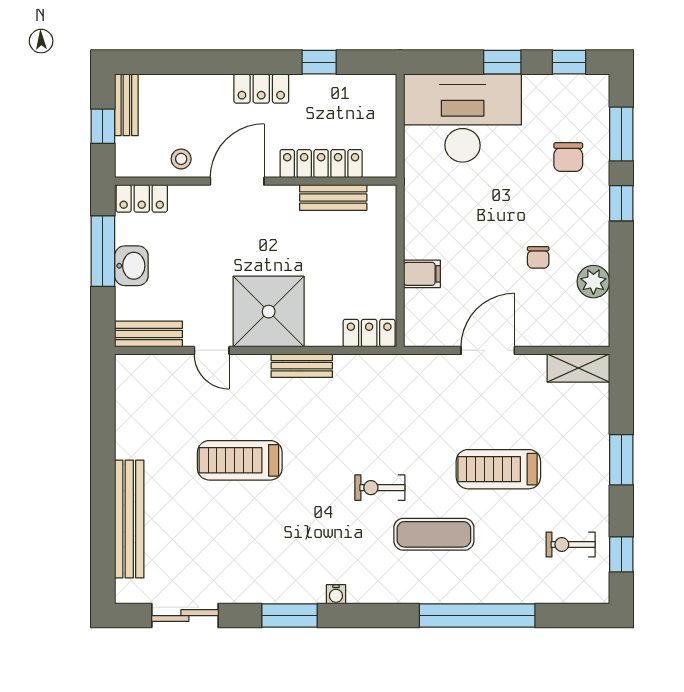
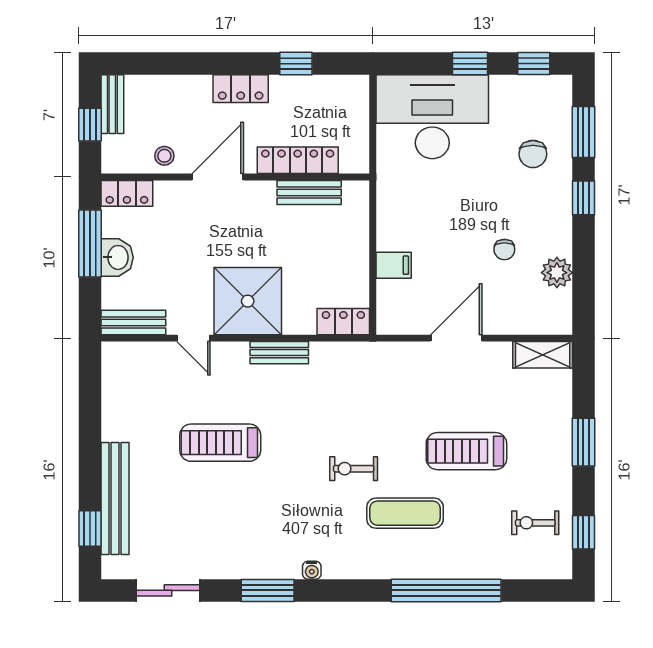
window: (103, 550) -> (90, 528), added

